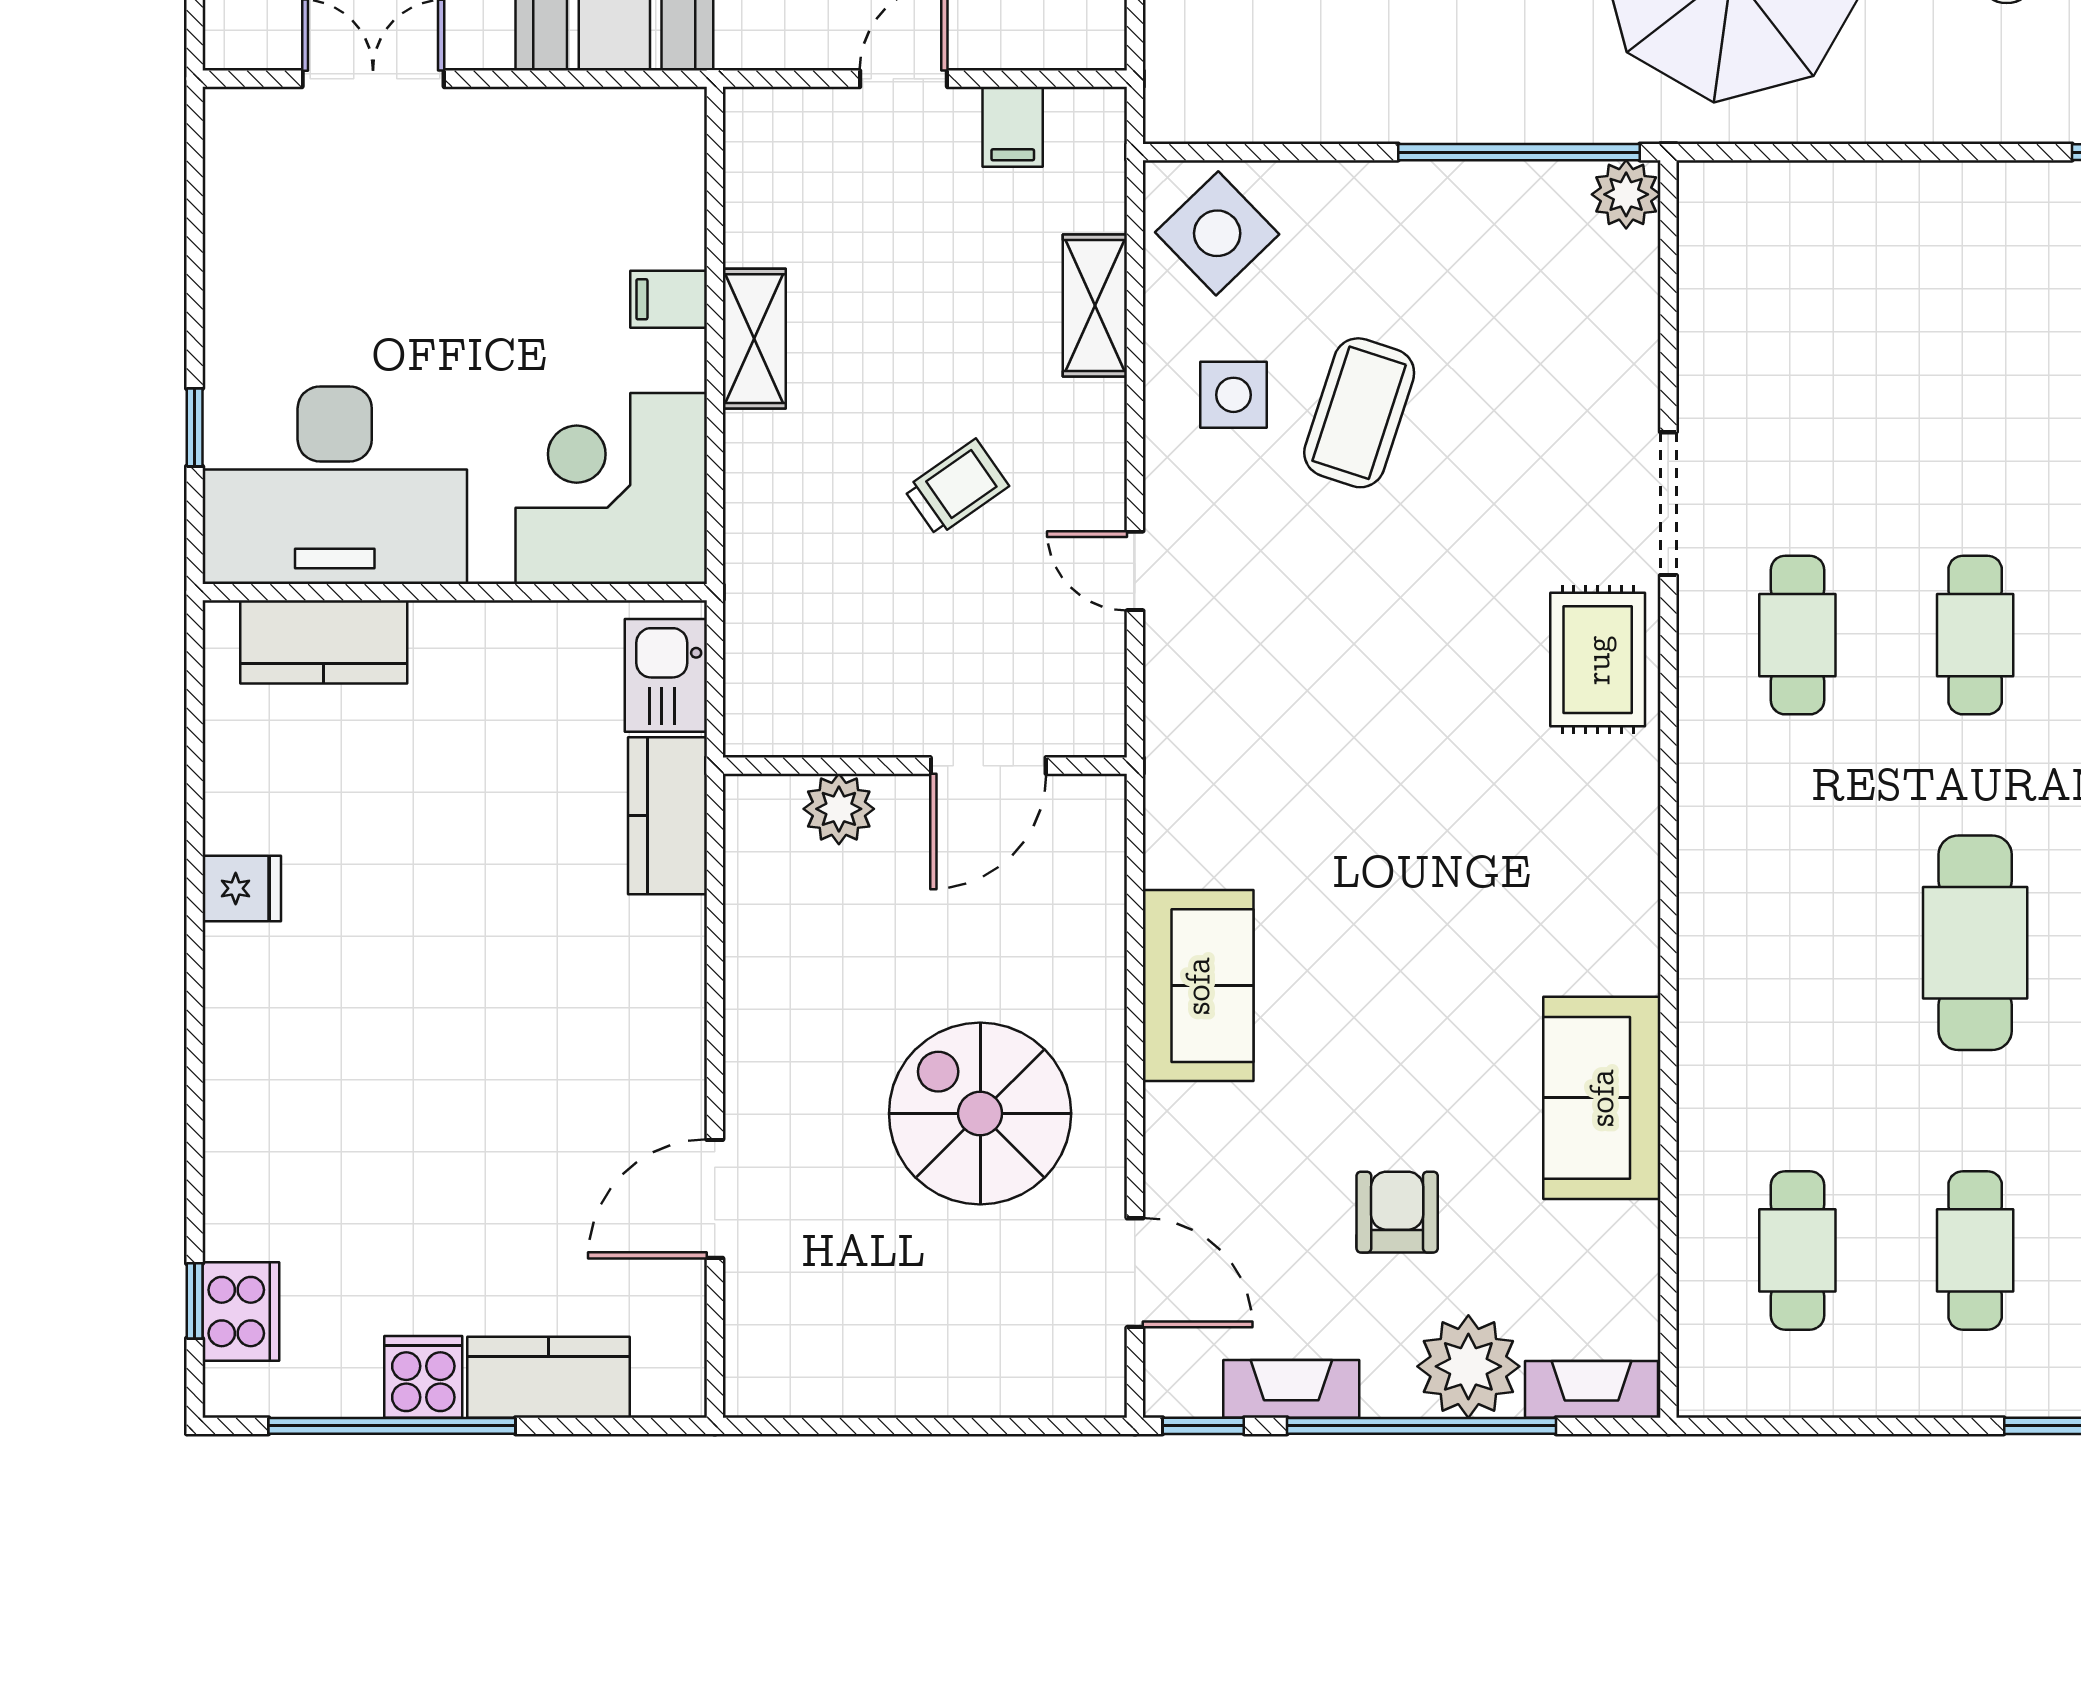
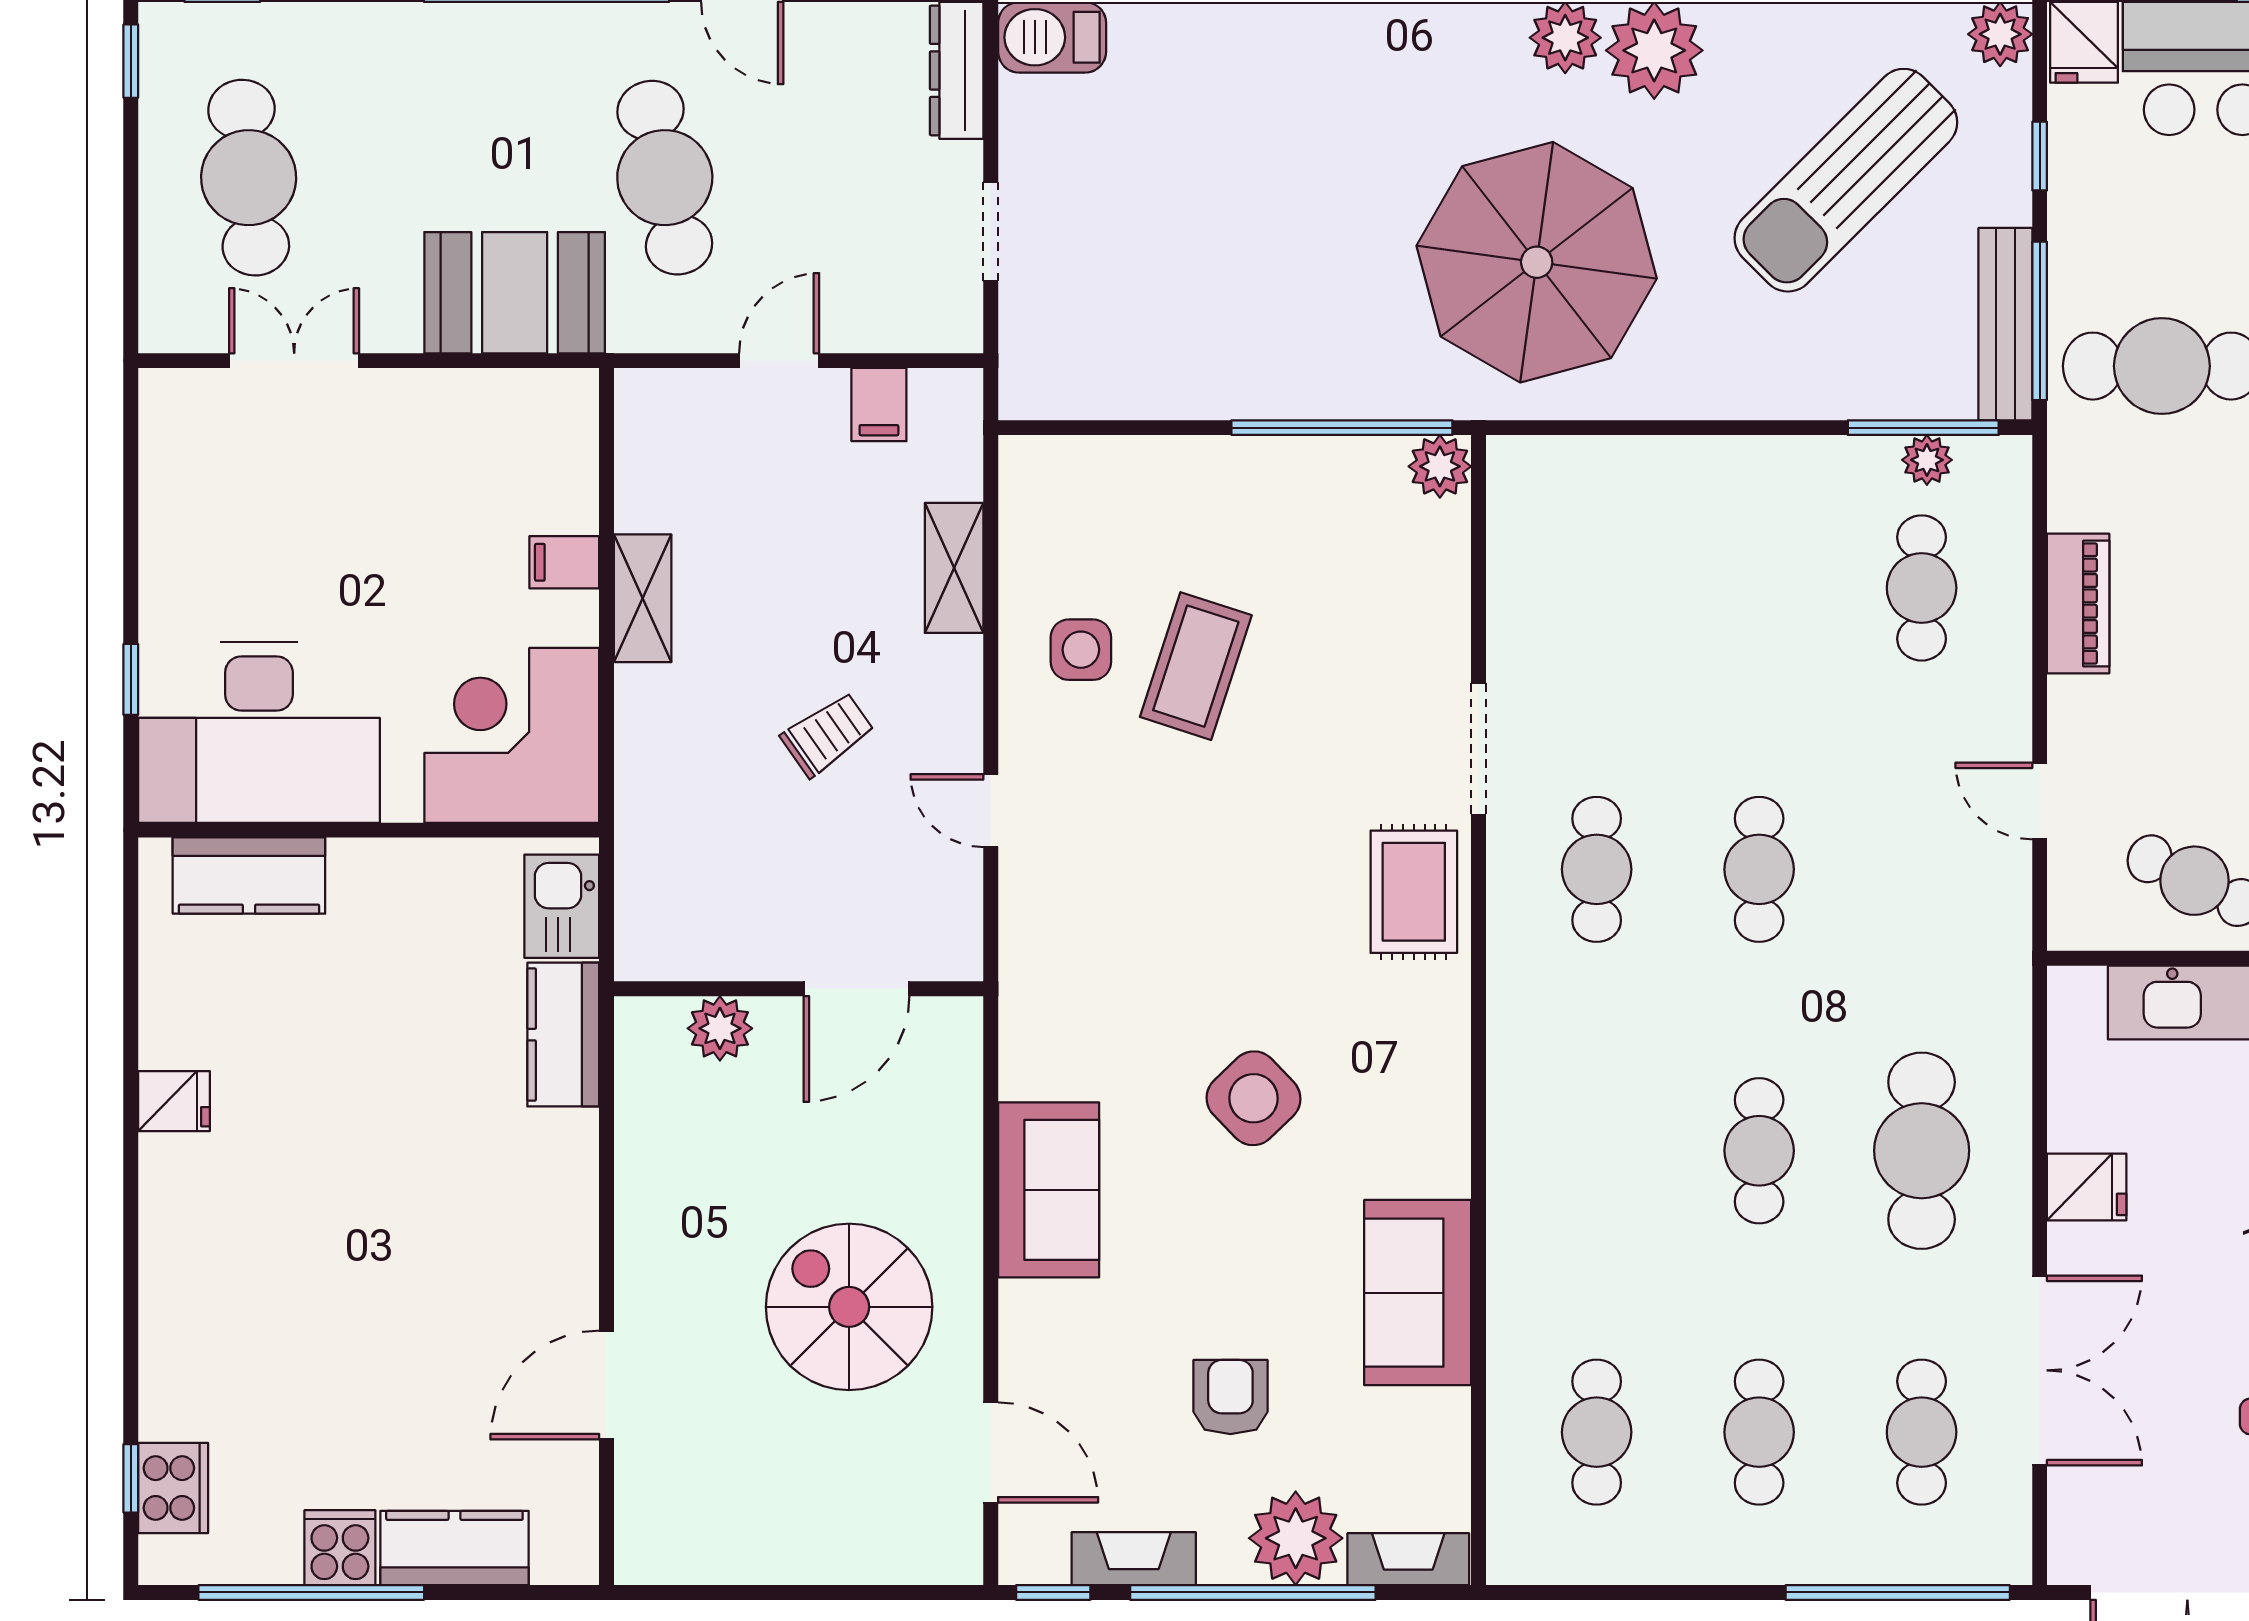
side table: (1217, 233) -> (1253, 1098), moved
cafe table: (1975, 943) -> (1759, 1151), width x0.73, depth x0.74

